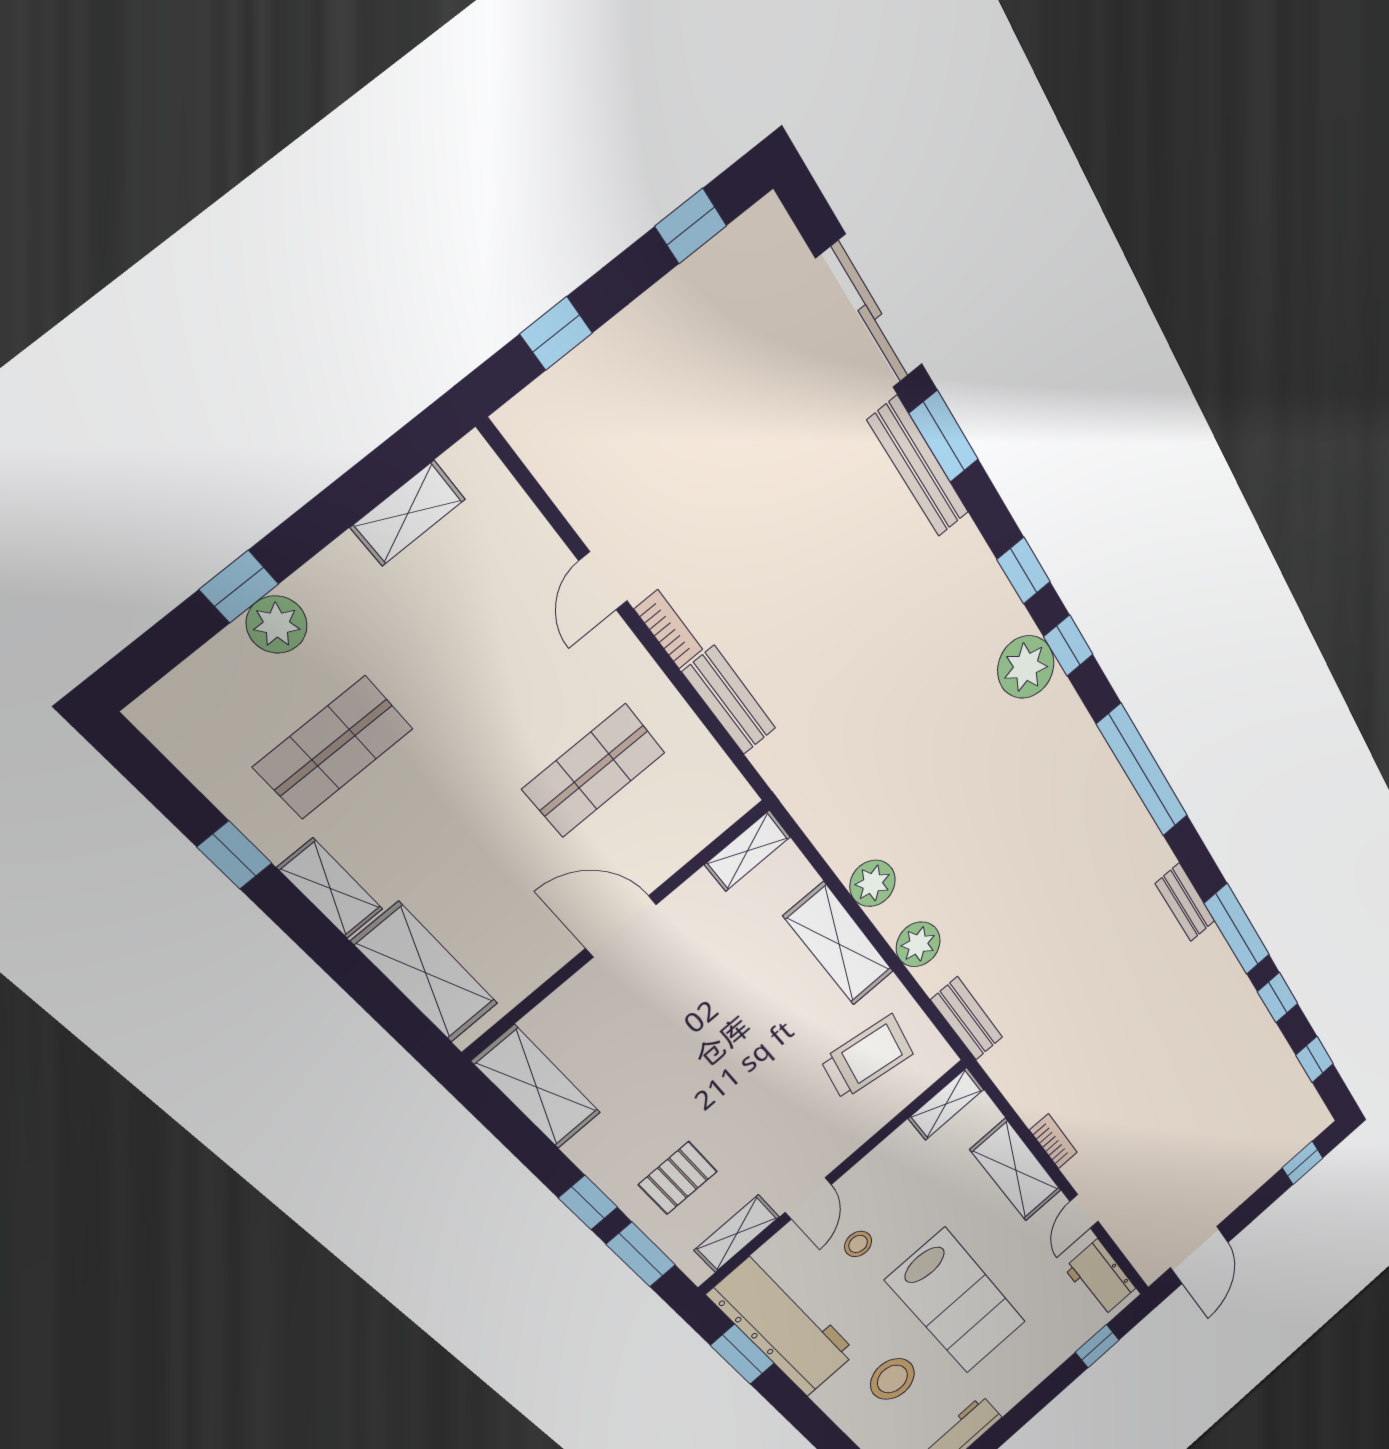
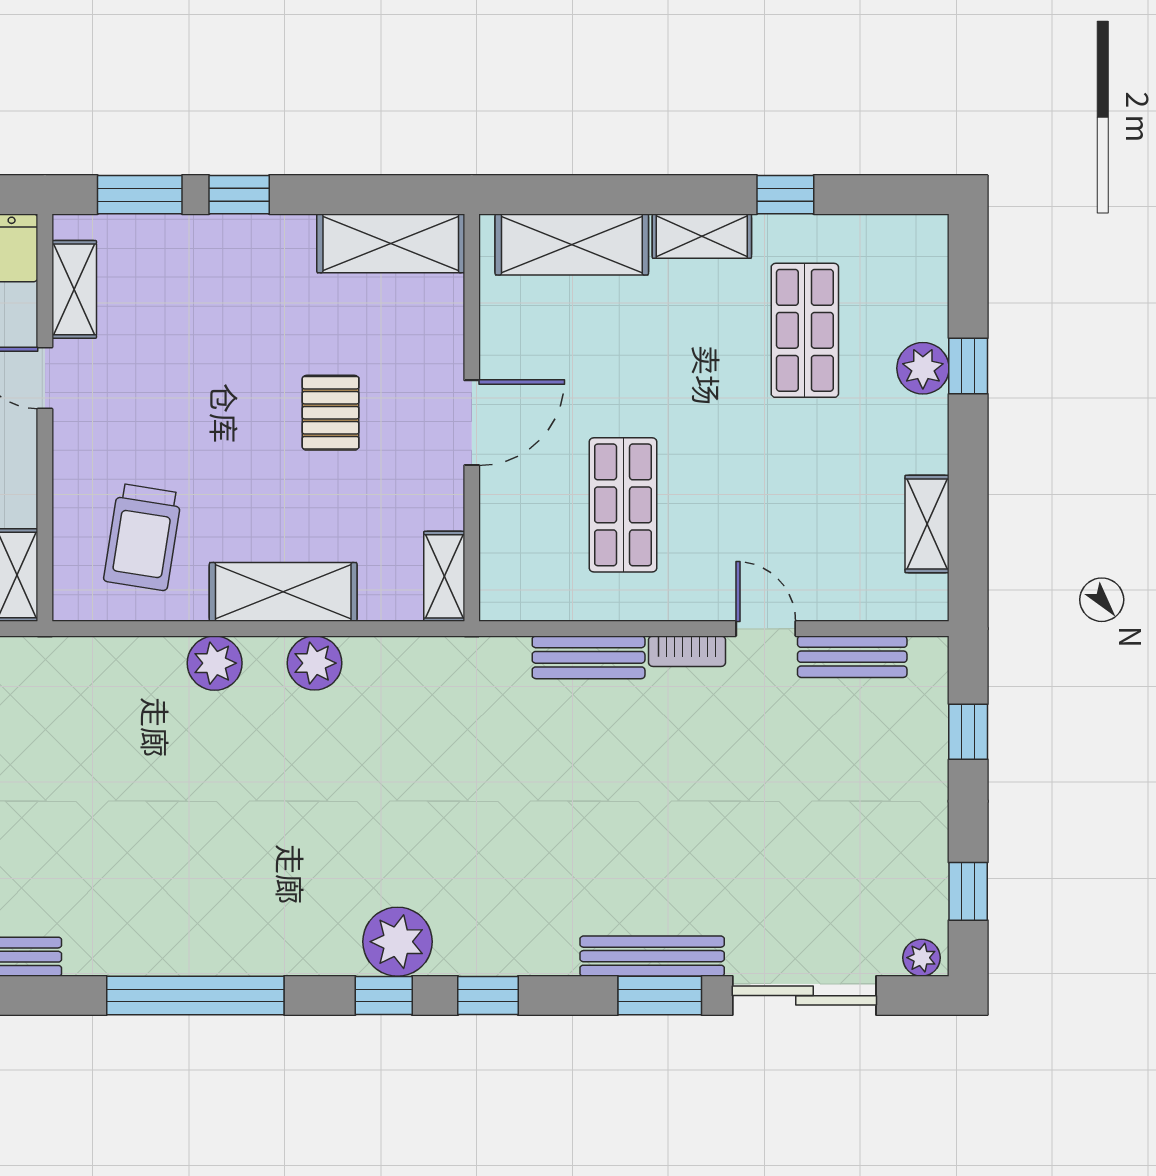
plant: (774, 228) -> (921, 958), added
bench: (967, 1019) -> (852, 657), moved
pallet: (678, 1178) -> (331, 413), moved

